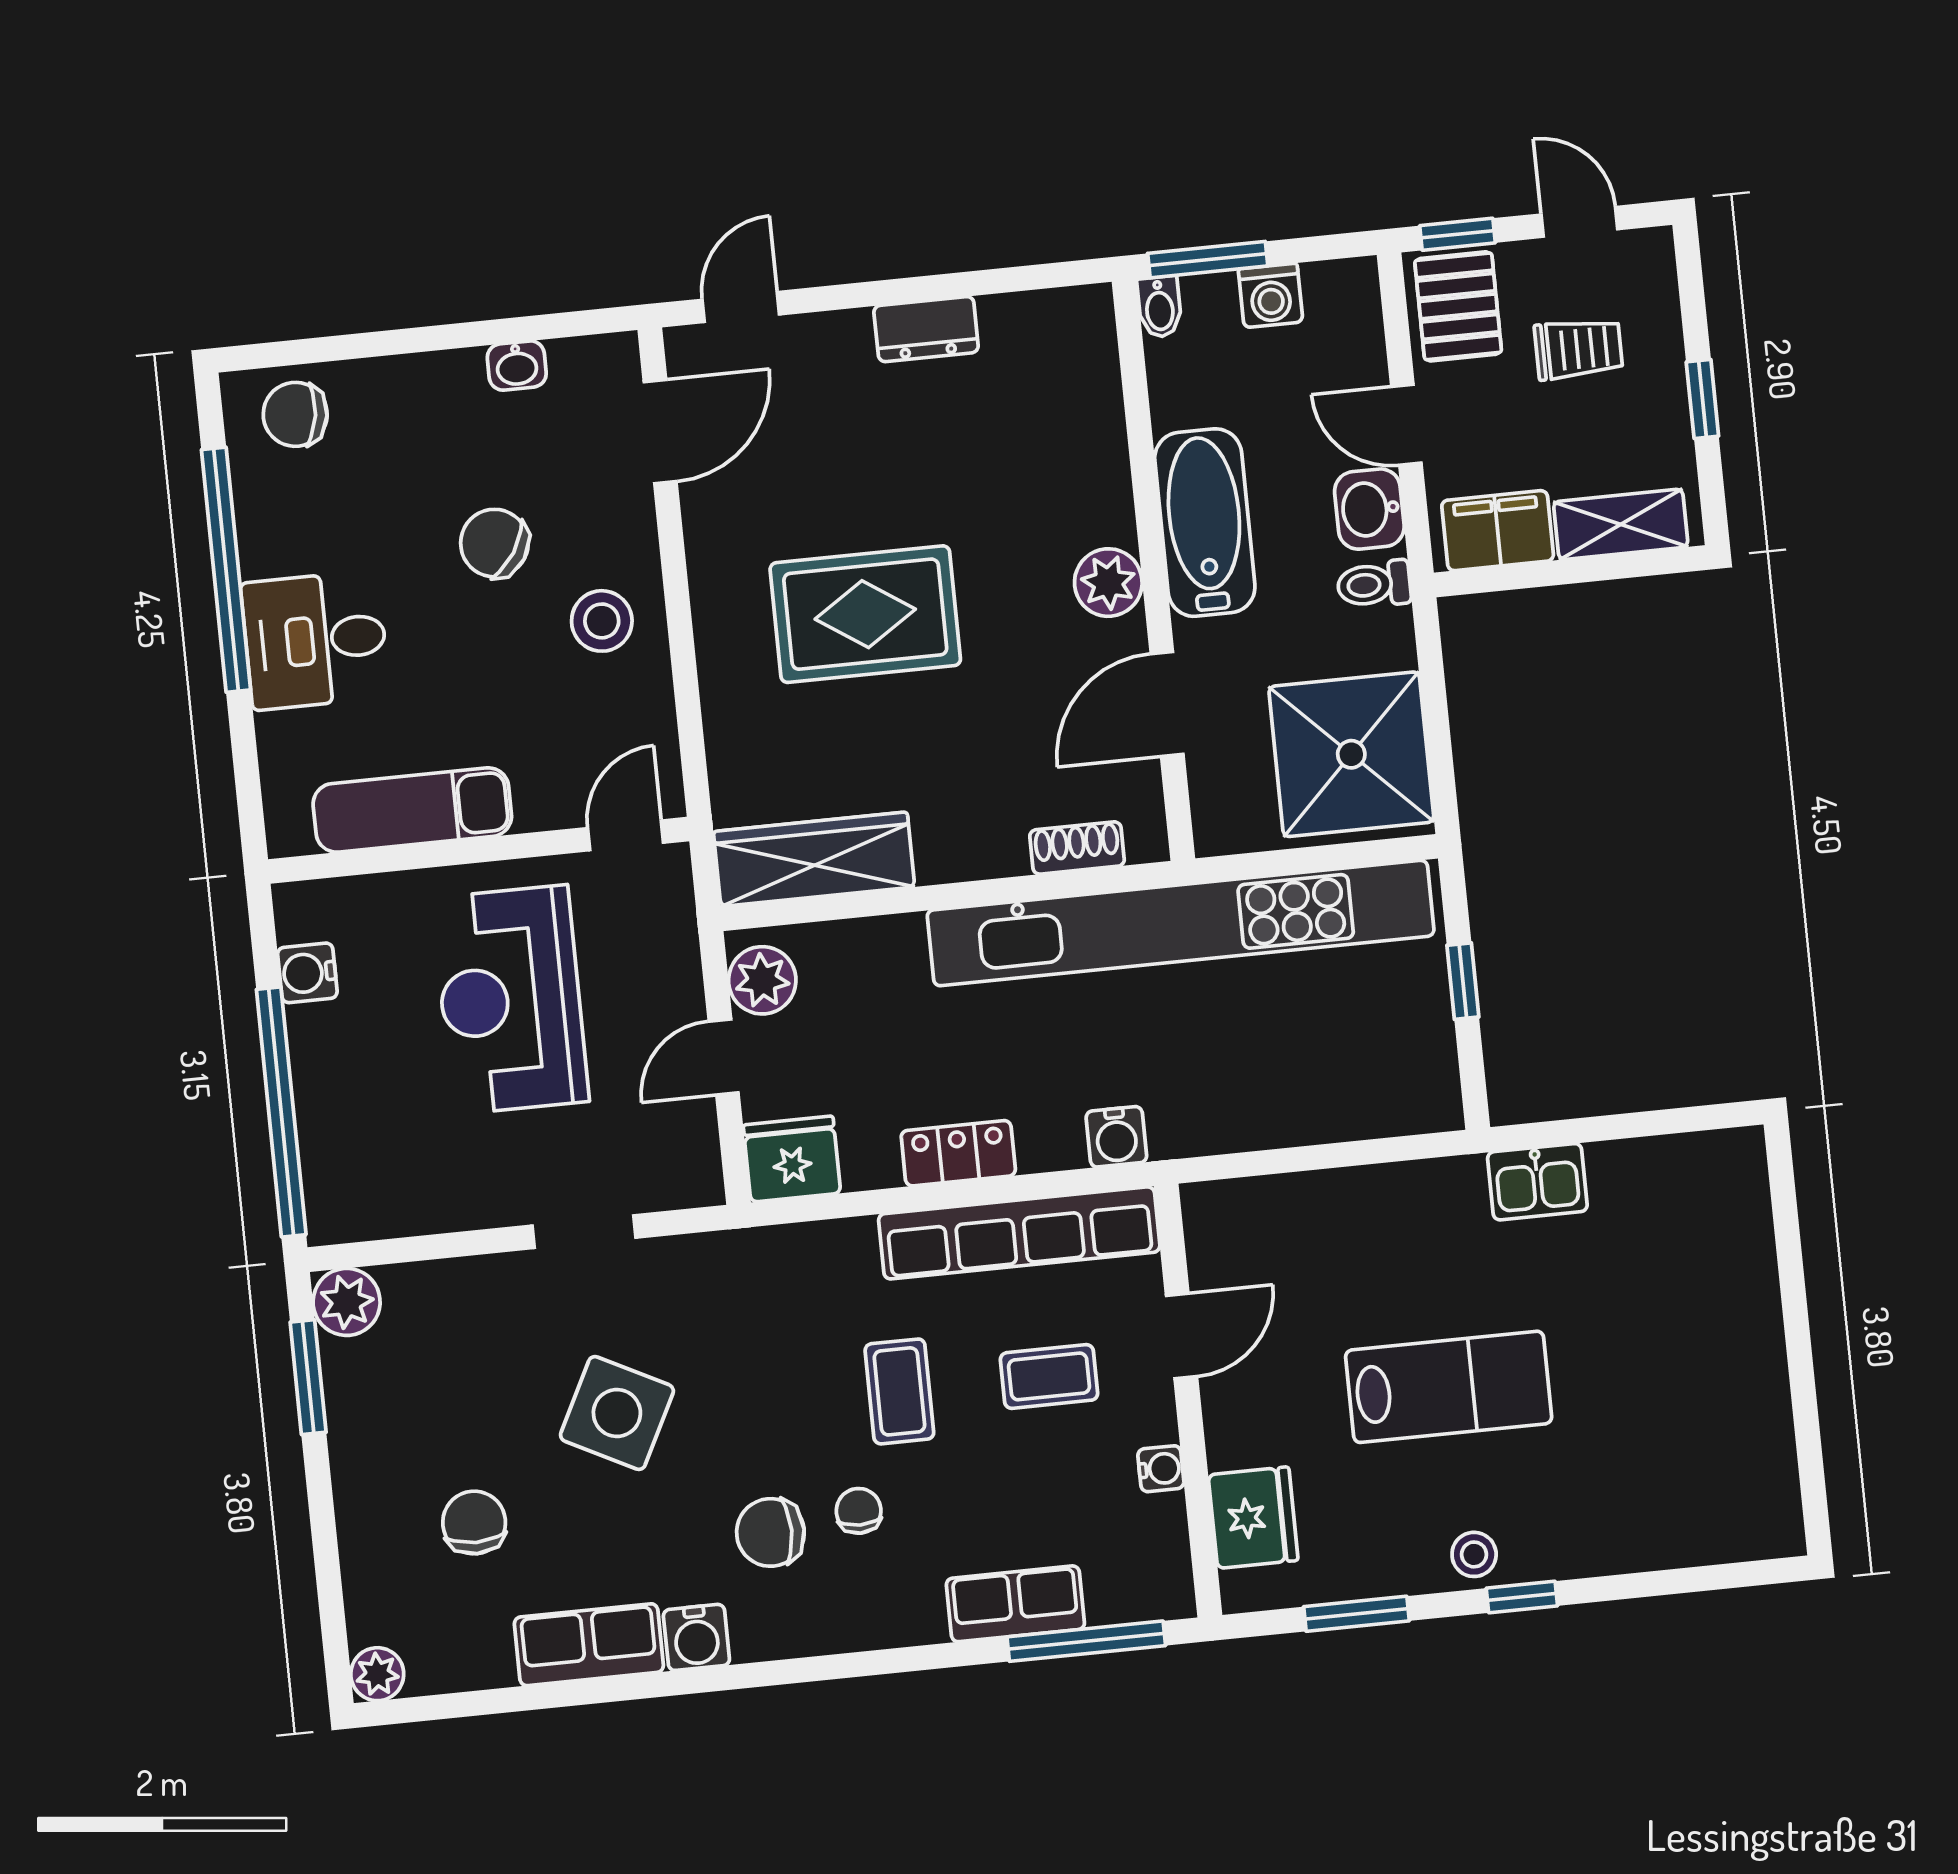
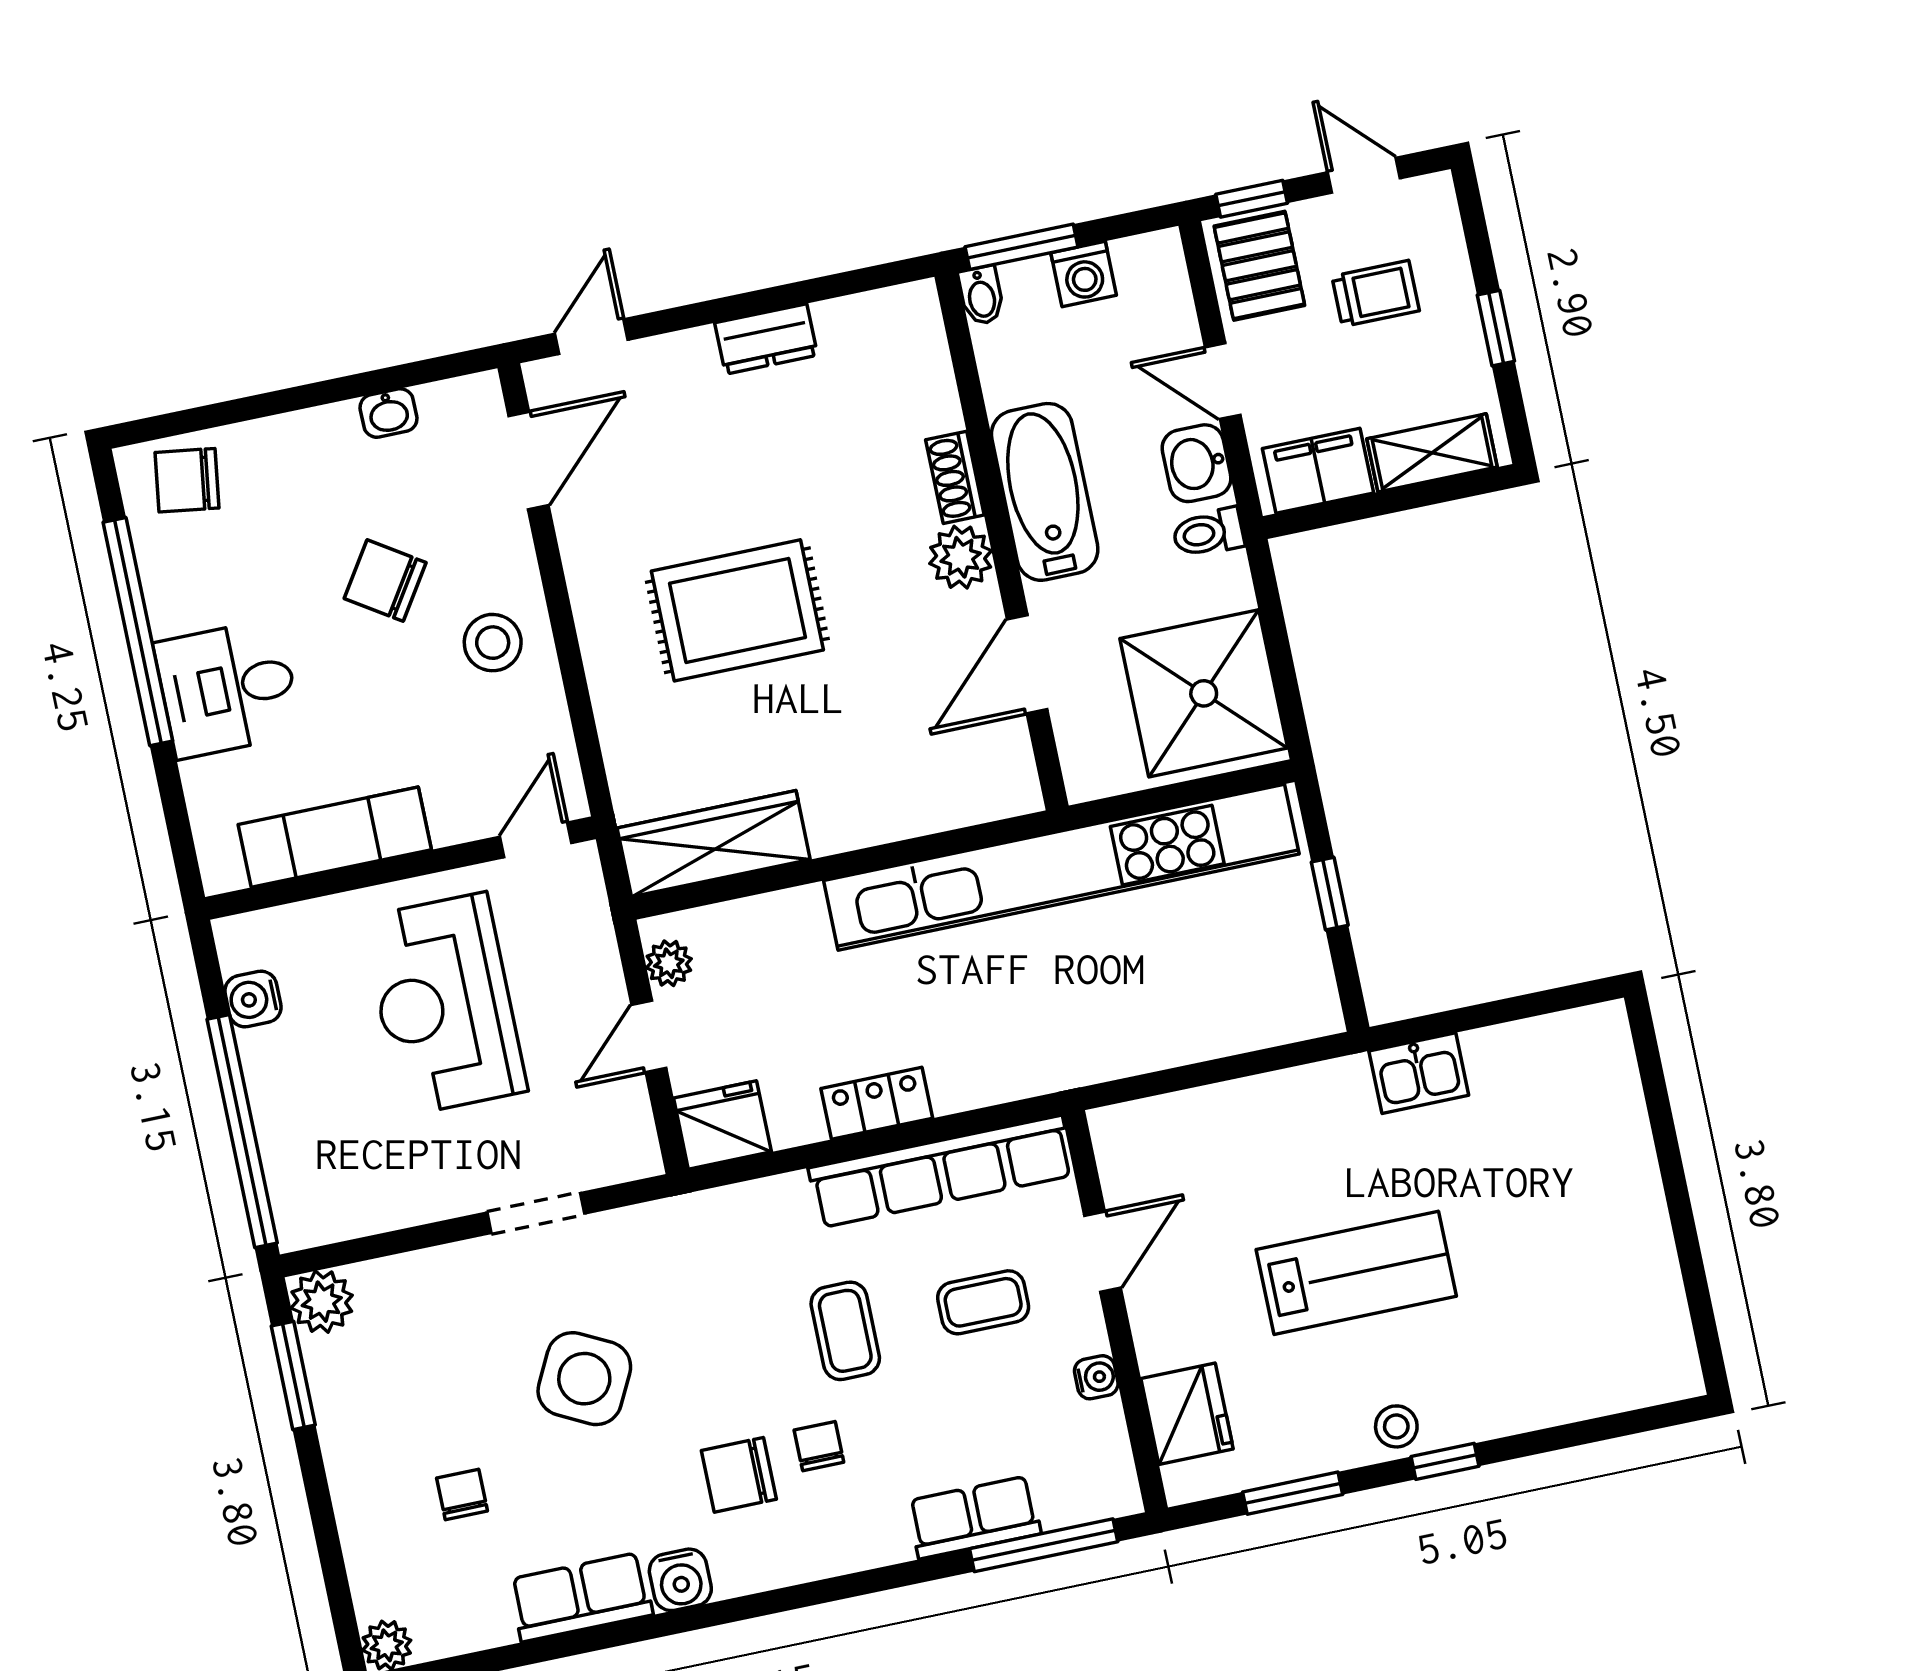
shoe rack: (1077, 848) -> (955, 477), moved, turned -90
plant: (762, 980) -> (669, 963), width x0.73, depth x0.73
water cooler: (1116, 1137) -> (1022, 1073), removed
chair: (474, 1523) -> (462, 1495), width x0.73, depth x0.73

